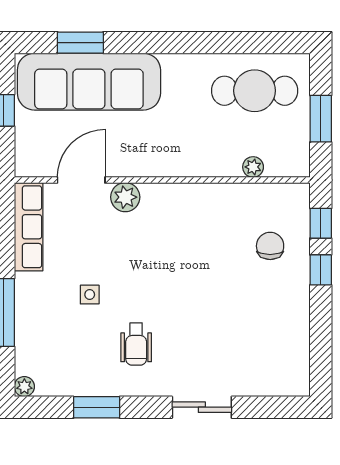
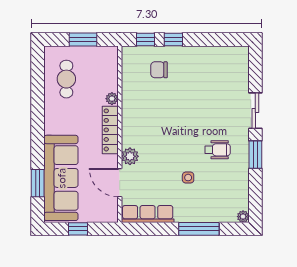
cafe table: (255, 91) -> (66, 79), width x0.73, depth x0.74
locker: (169, 164) -> (110, 130), added
plant: (253, 167) -> (112, 99), moved
window: (97, 407) -> (255, 155), moved

